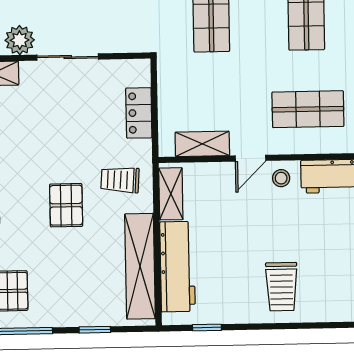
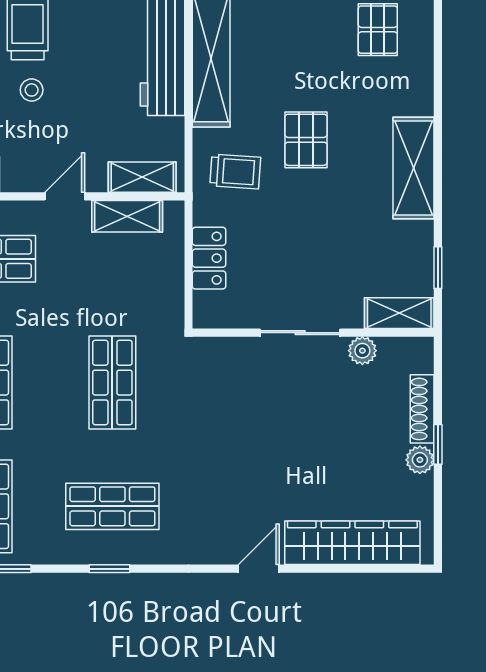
plant: (20, 40) -> (362, 351), width x0.73, depth x0.73
stool: (281, 178) -> (32, 90), moved
shelving: (171, 194) -> (142, 177), moved, turned 90

